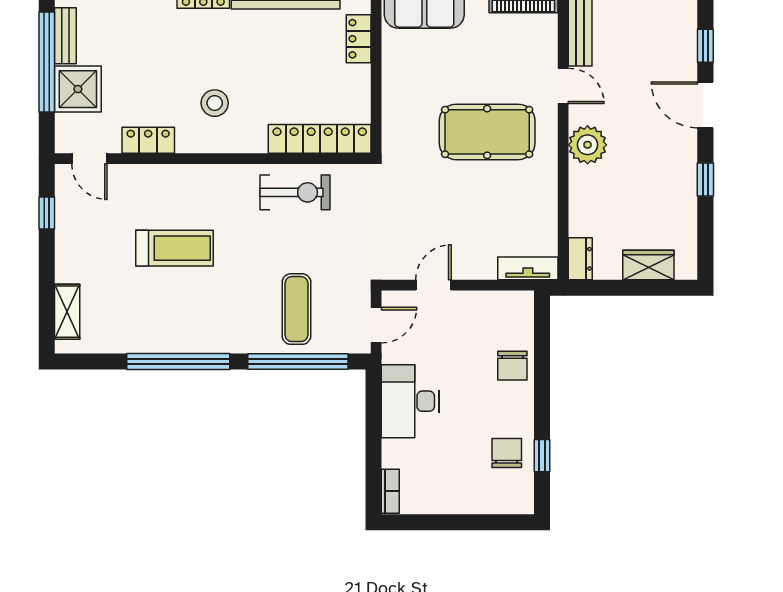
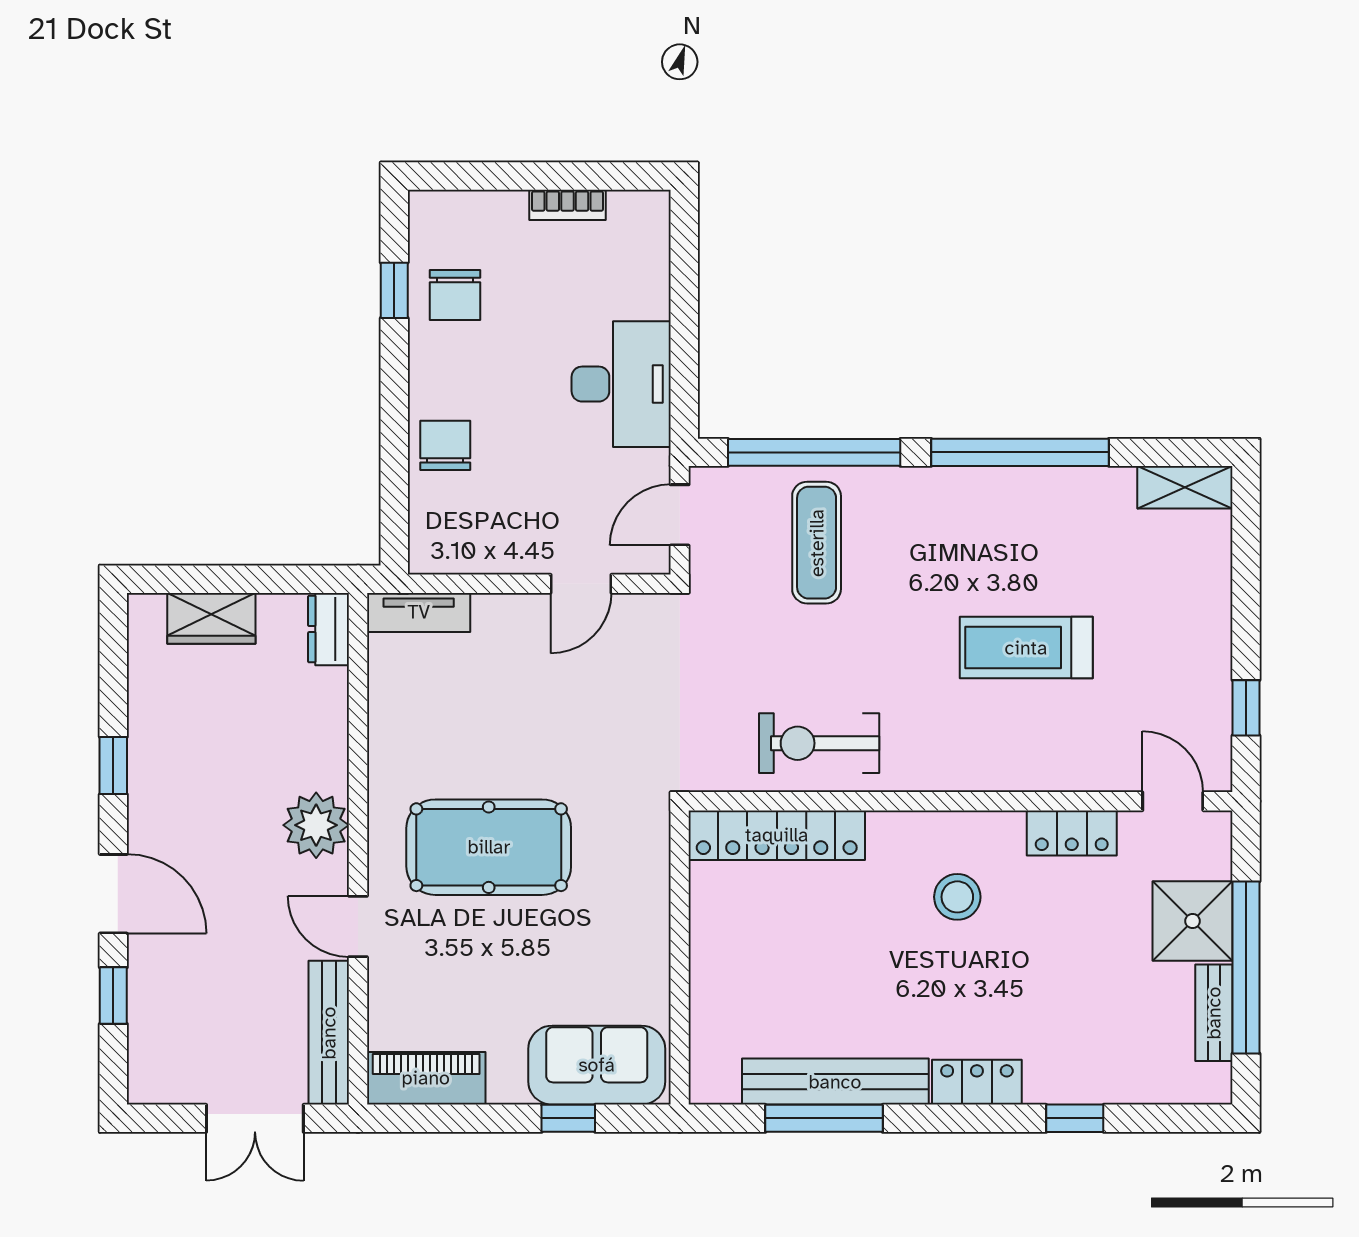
locker: (359, 39) -> (710, 1008), removed
shelving: (67, 312) -> (1185, 487), moved, turned 90
bookcase: (390, 491) -> (567, 205), moved, turned -90

